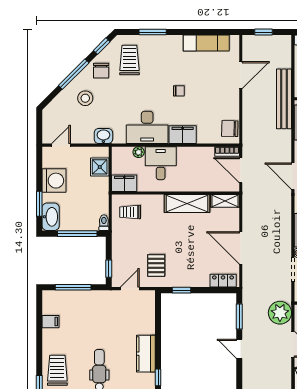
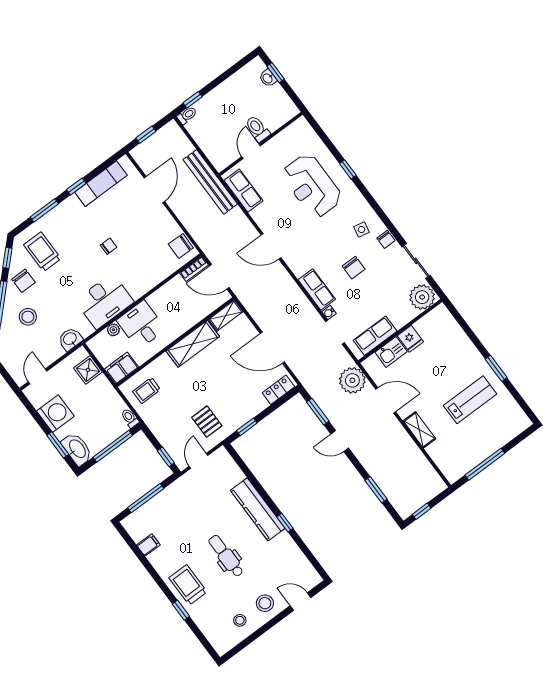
window: (188, 32) -> (76, 186), added
filing cabinet: (183, 135) -> (142, 284), removed
kitchen counter: (146, 354) -> (258, 509), width x1.50

